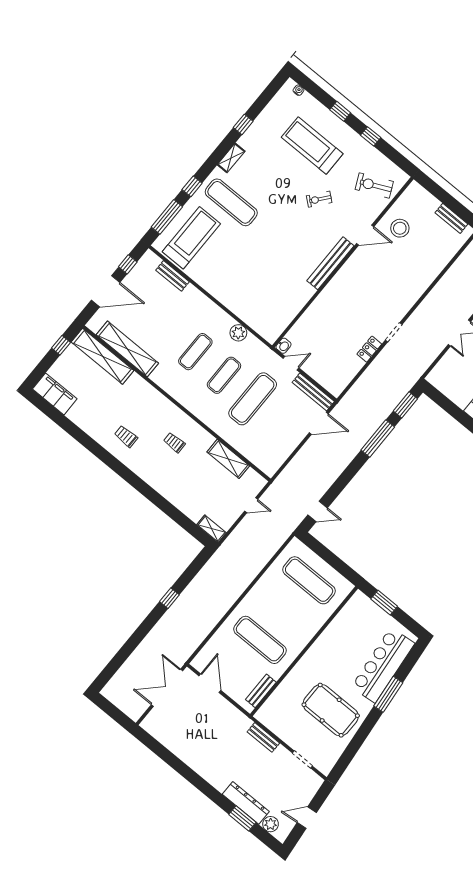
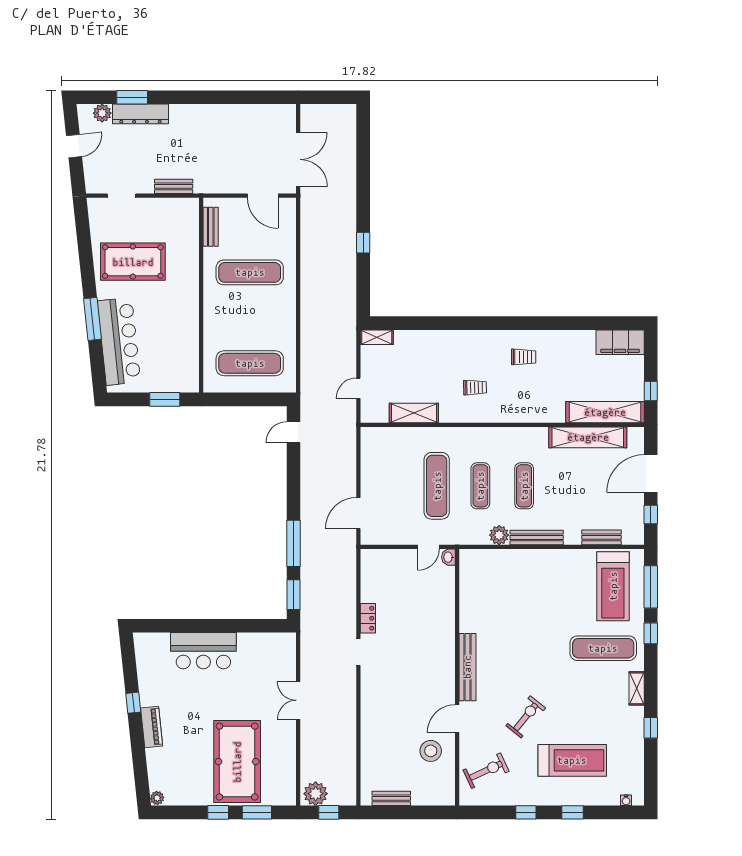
exercise bike: (319, 199) -> (526, 717), width x1.38, depth x1.39
bench: (313, 392) -> (537, 537), moved

